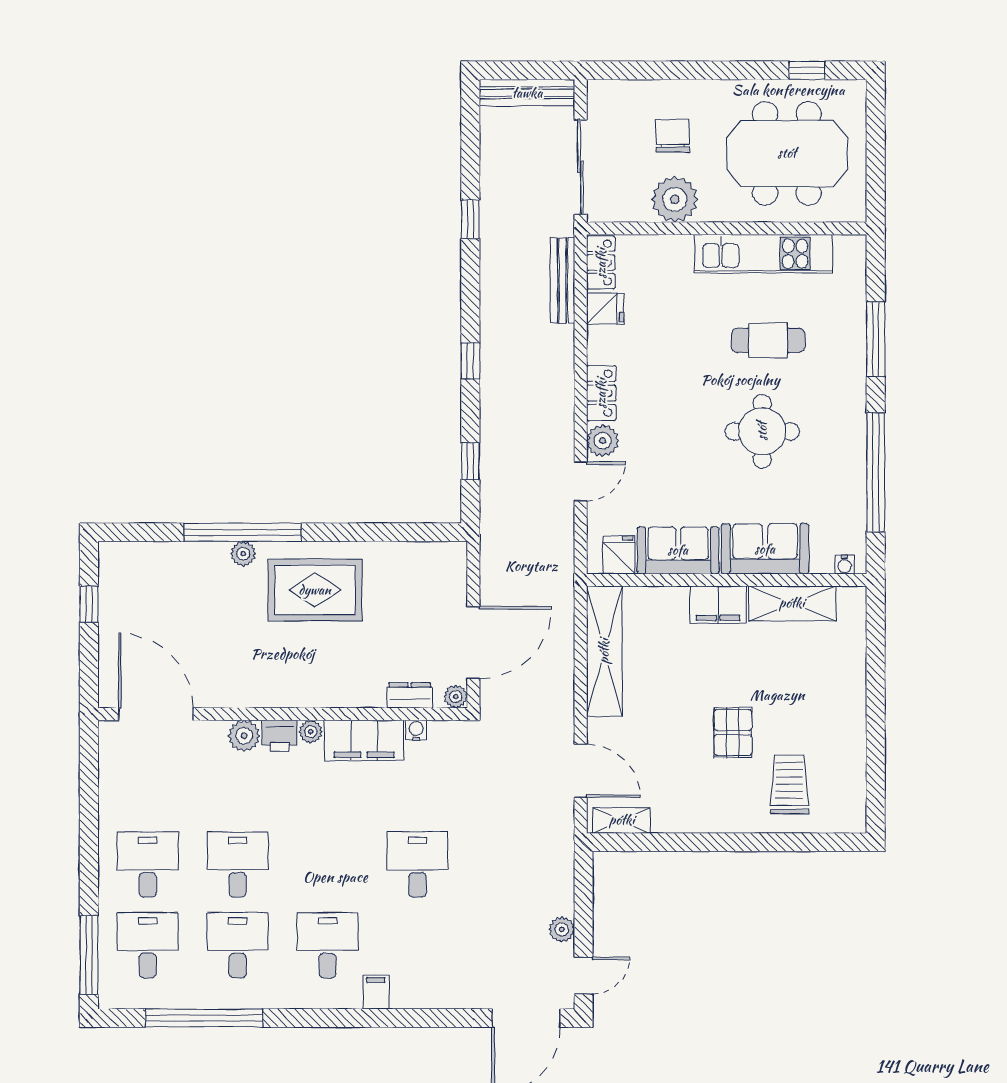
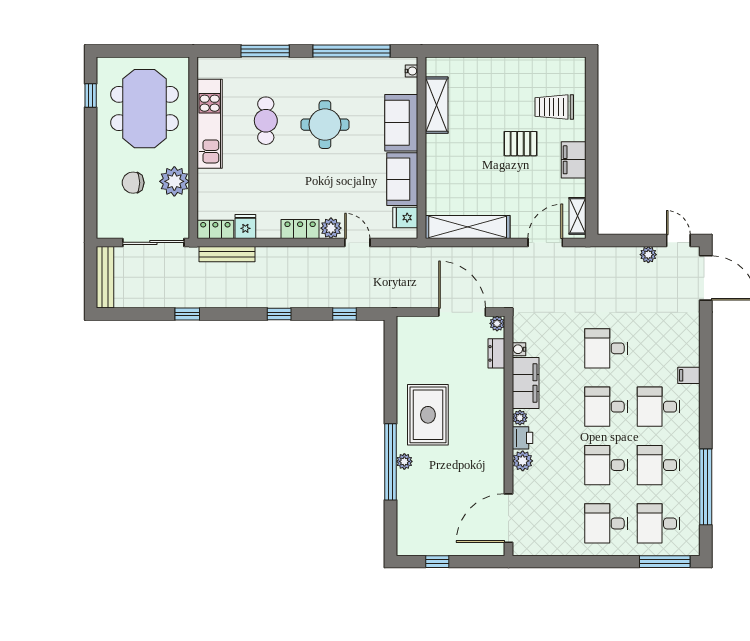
filing cabinet: (718, 605) -> (574, 160), moved, turned 180
desk: (328, 865) -> (606, 407), added

